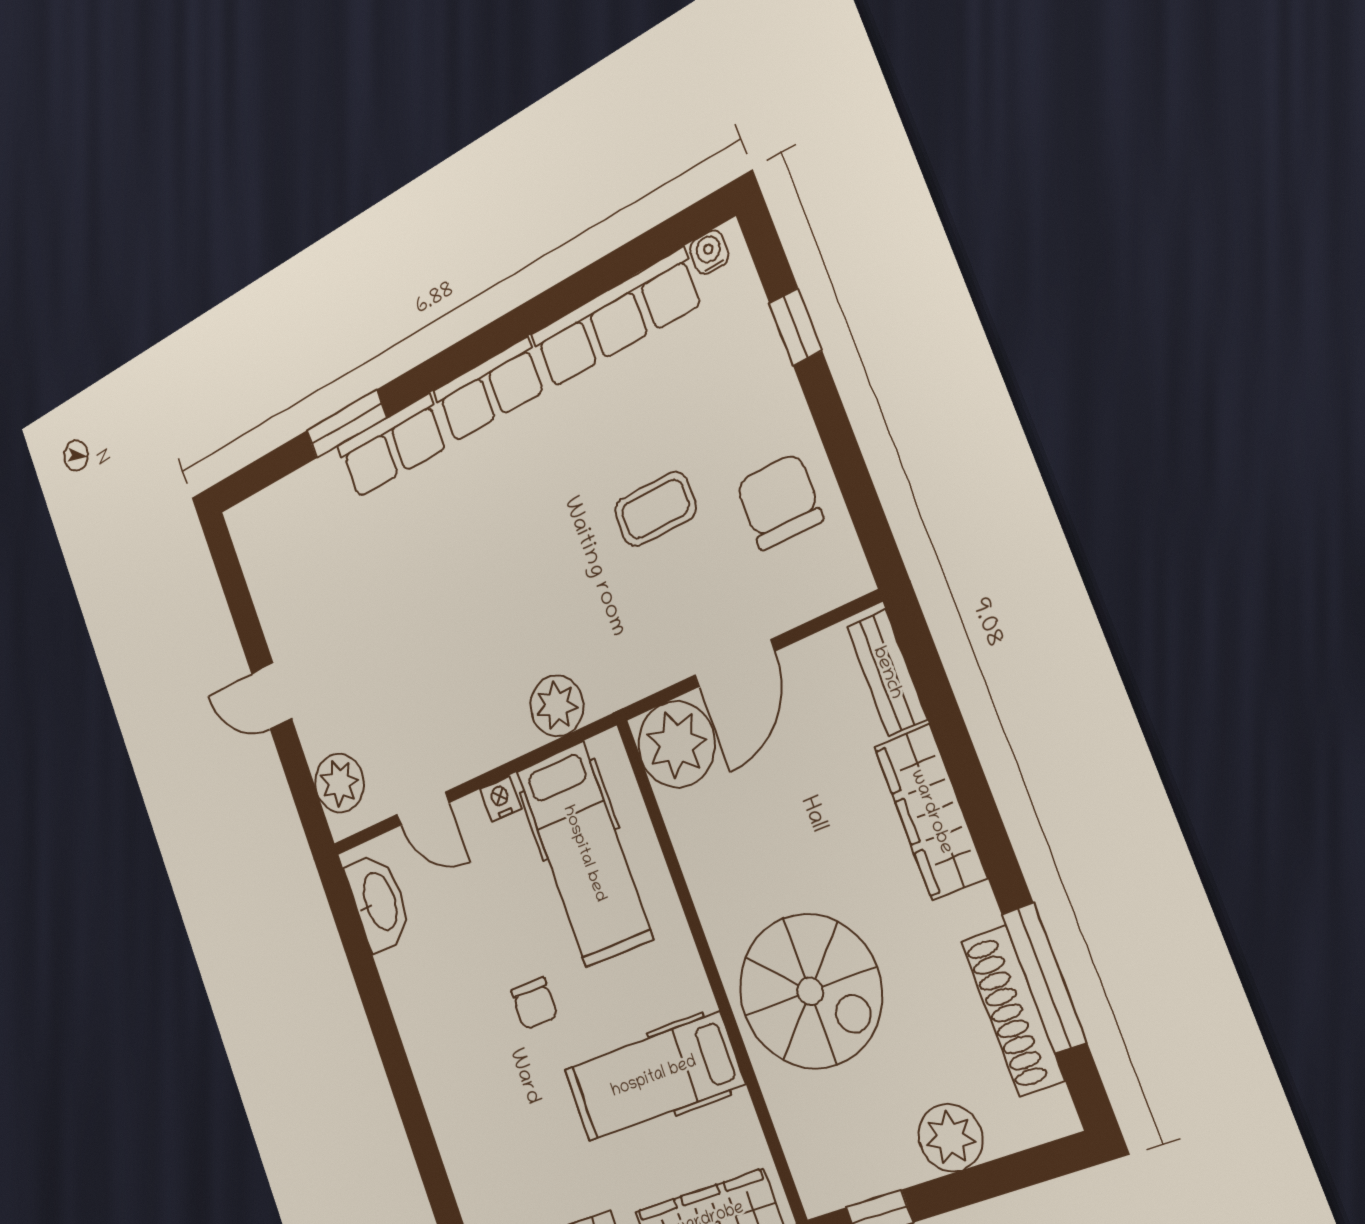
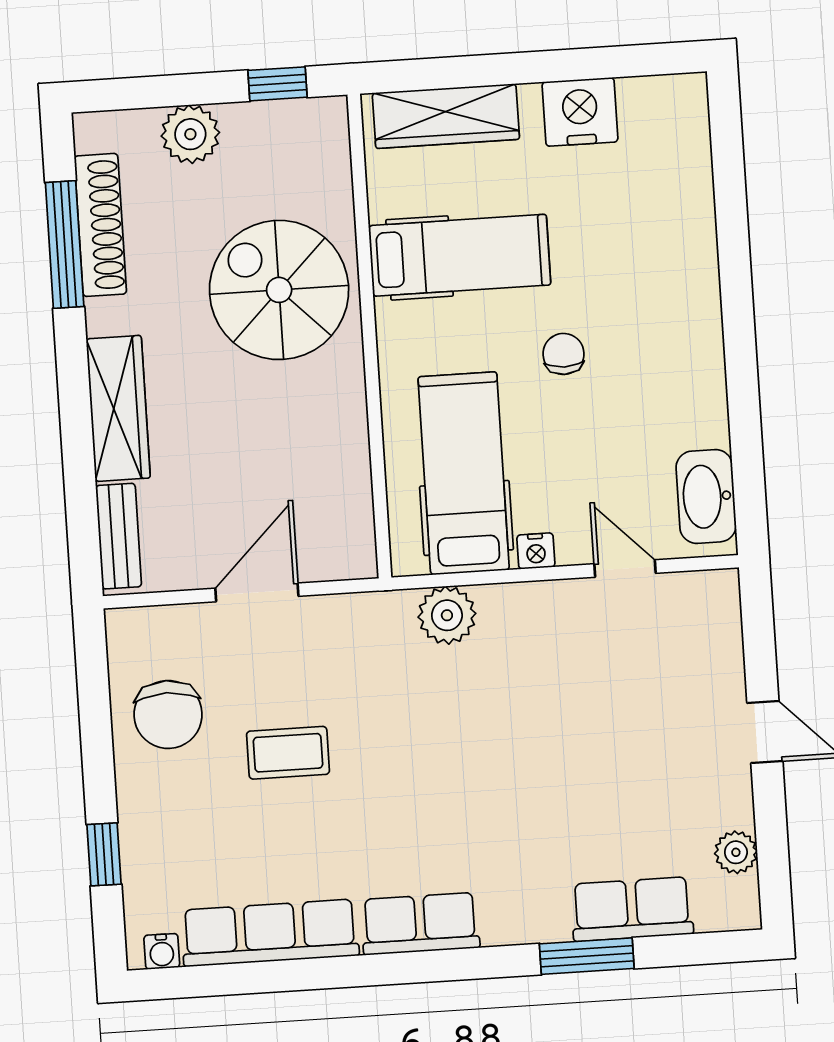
row of seats: (392, 446) -> (632, 909), moved
plant: (677, 744) -> (337, 541), removed
plant: (339, 783) -> (736, 852), moved, width x0.73, depth x0.73

